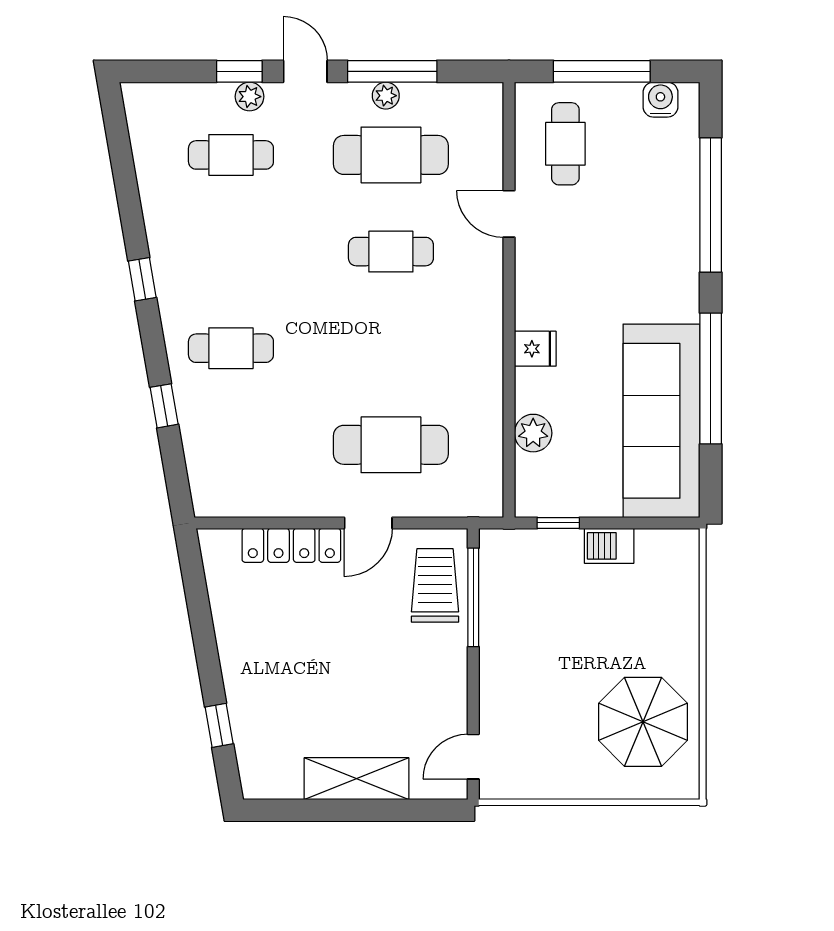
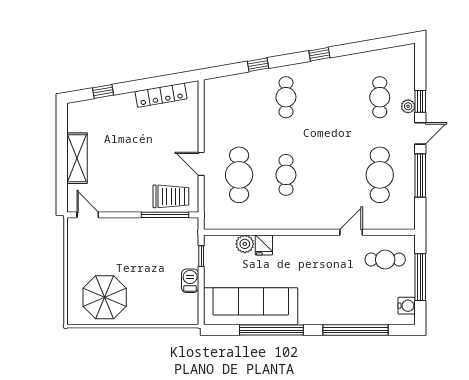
plant: (386, 96) -> (409, 172), removed
cafe table: (391, 252) -> (286, 175), moved
fridge: (535, 349) -> (264, 245), moved
locker: (291, 545) -> (161, 95), moved, turned -100

